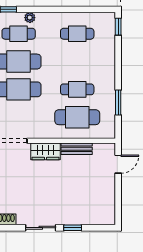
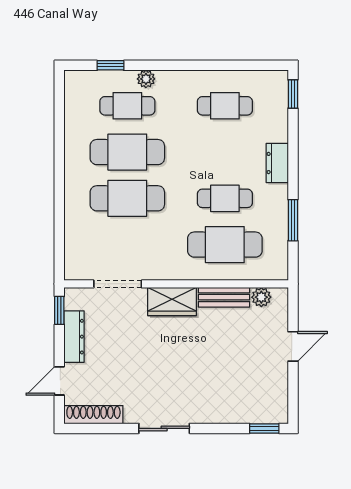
dresser: (109, 68) -> (277, 163), added
plant: (99, 149) -> (261, 297), added
door: (118, 164) -> (293, 346), moved
window: (73, 228) -> (264, 428), moved

